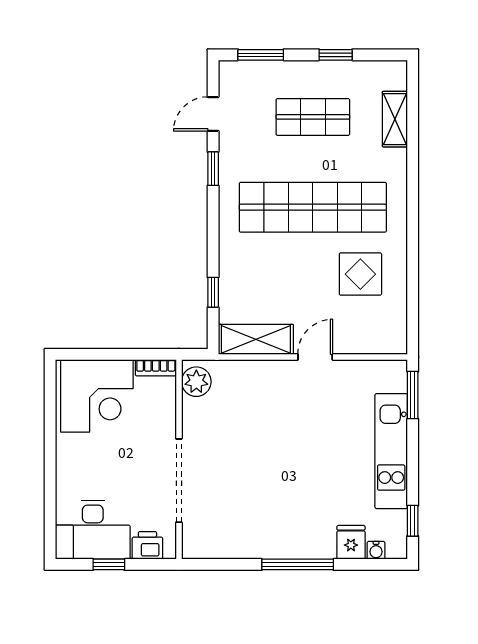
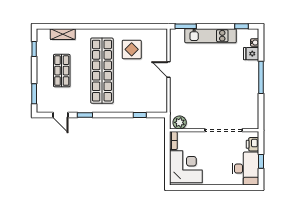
window: (336, 55) -> (34, 49), moved
shelving: (256, 339) -> (161, 96), removed

